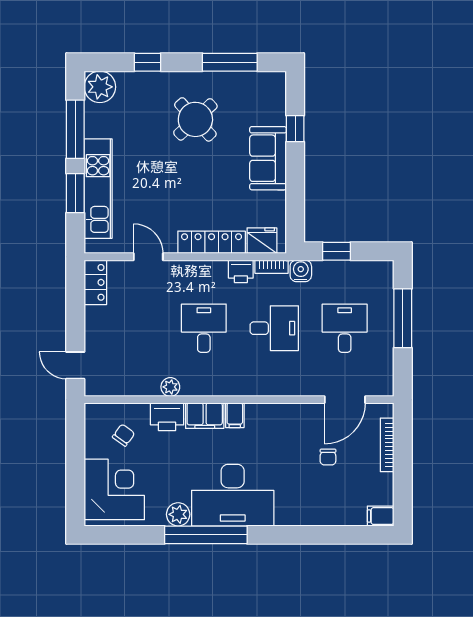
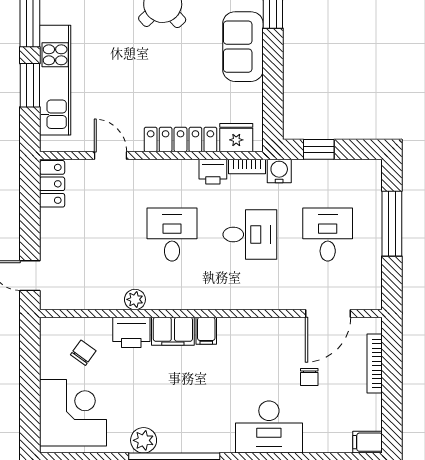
desk: (233, 495) -> (269, 427), moved, width x0.73, depth x0.77

